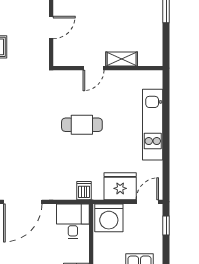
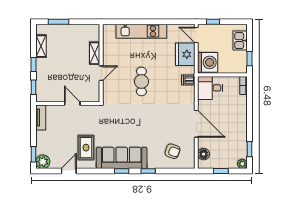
door: (94, 68) -> (101, 73), hinge flipped

